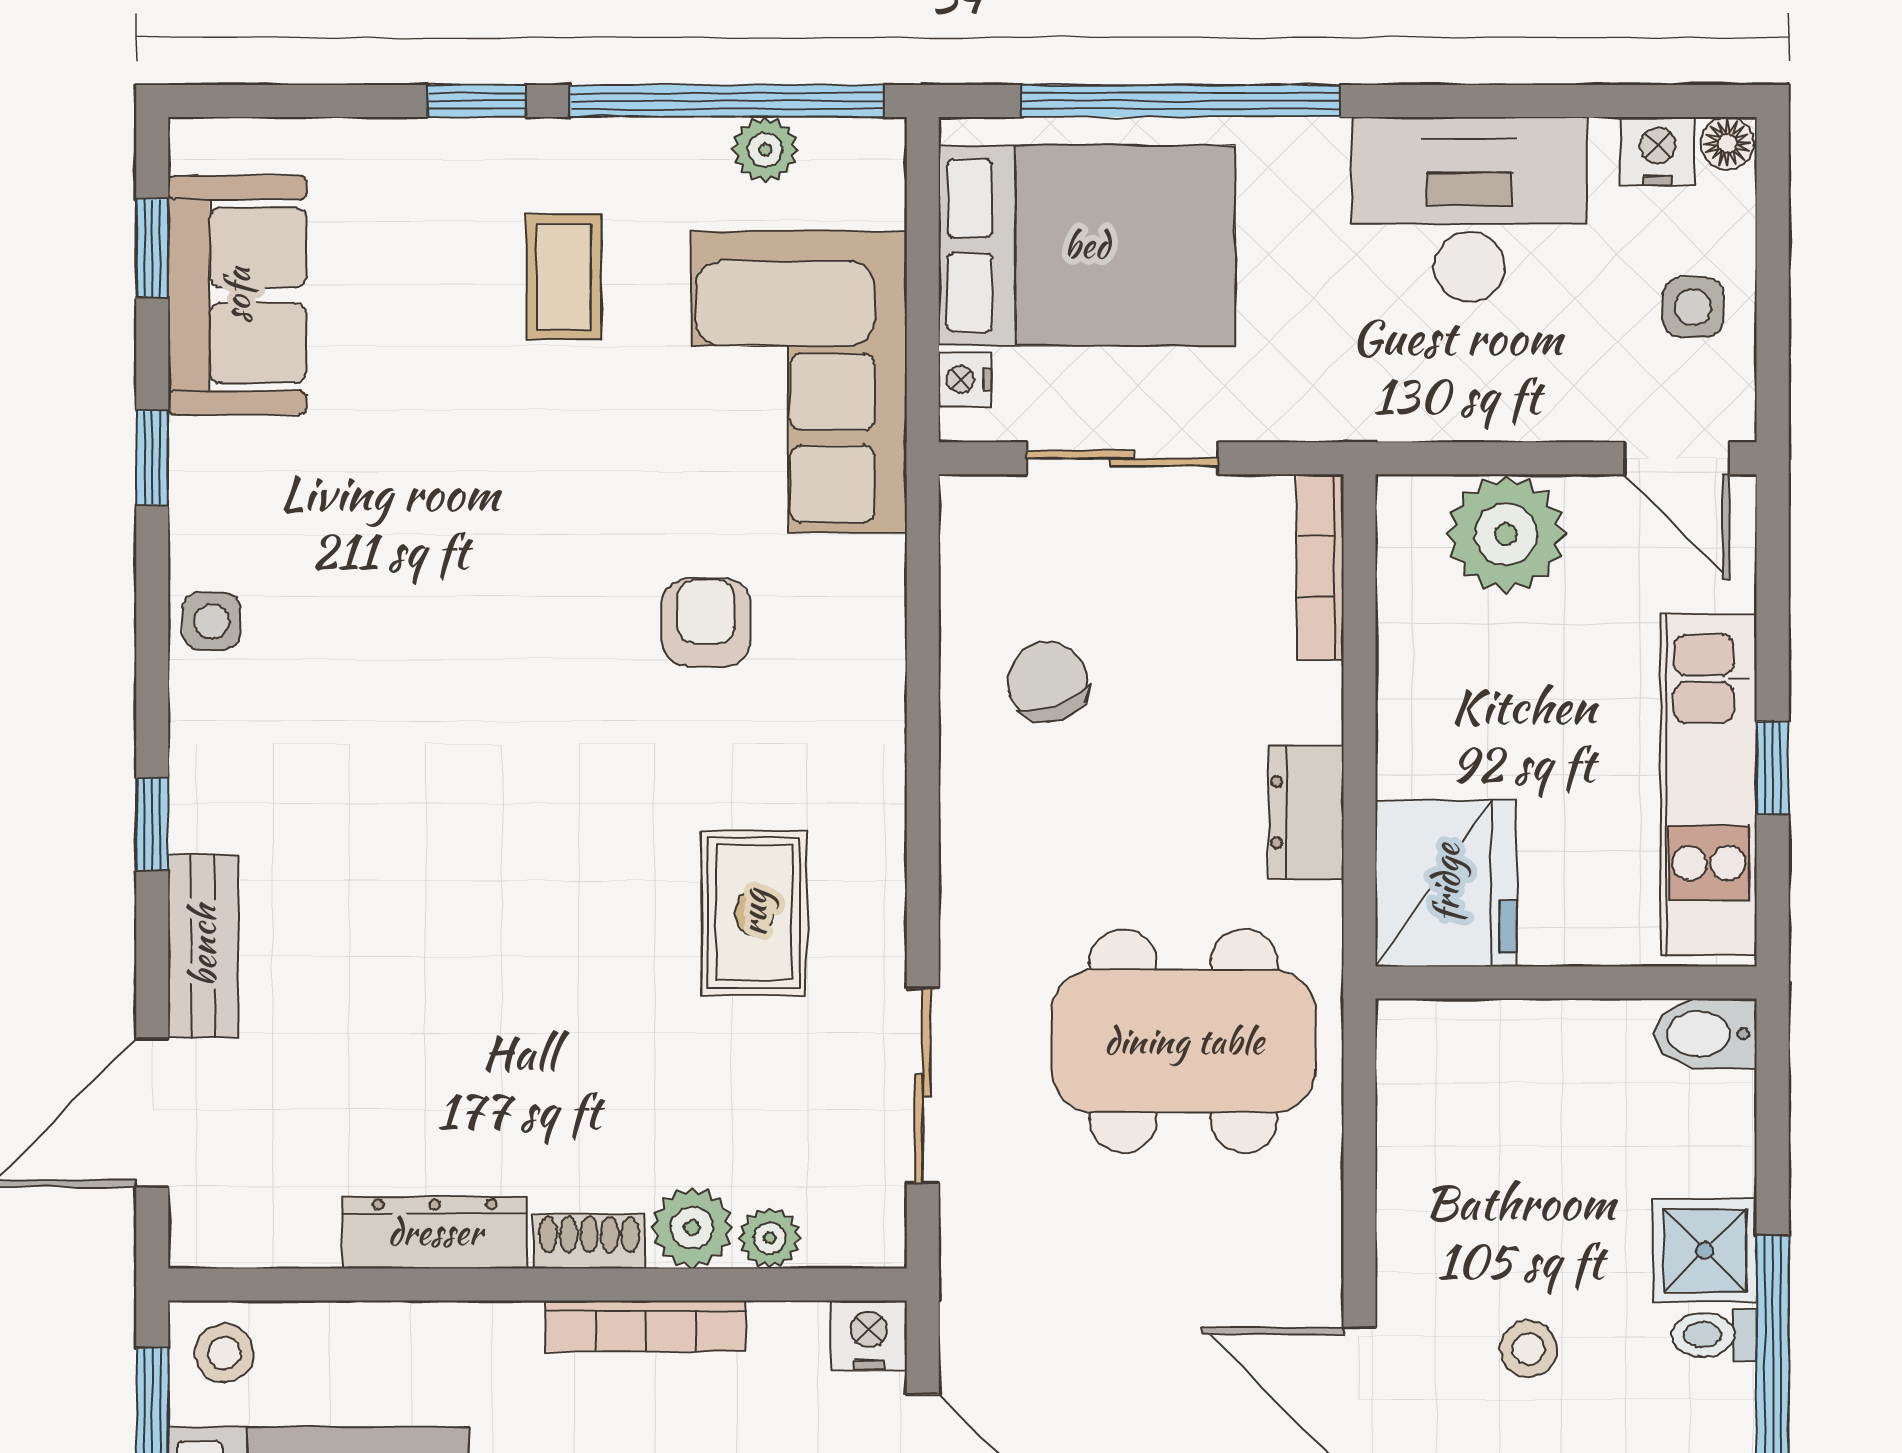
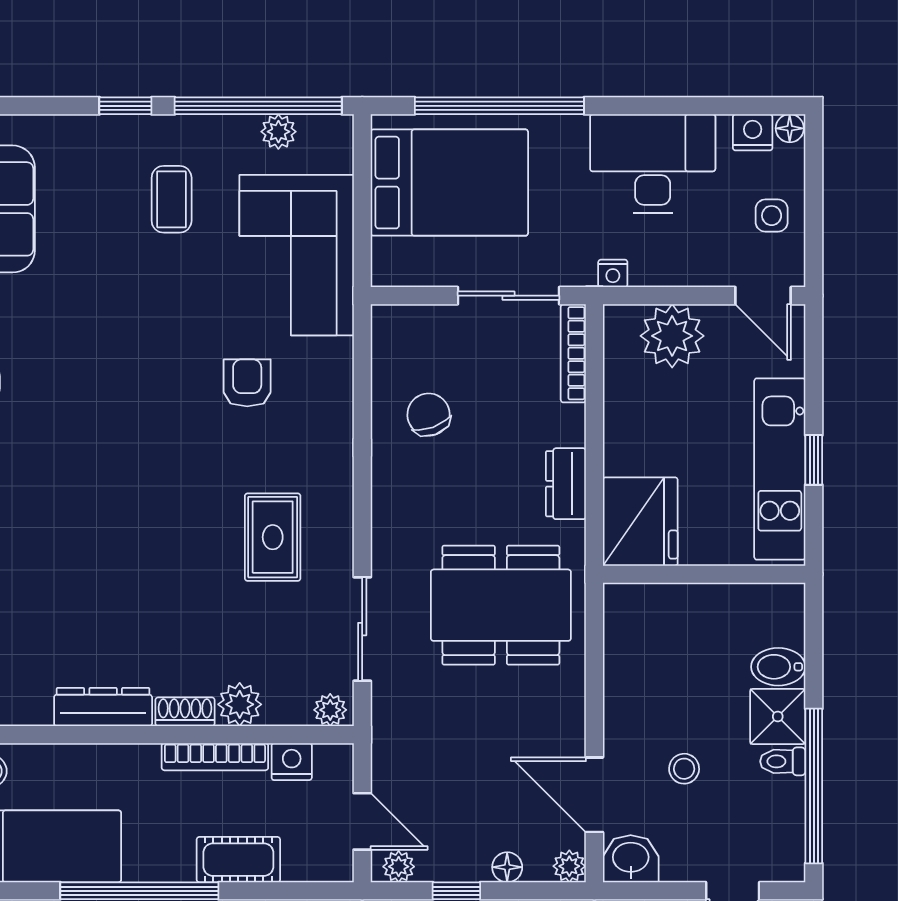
nightstand: (965, 379) -> (613, 273), moved, turned -90
sliding door: (1122, 458) -> (508, 296), moved
bidet: (1706, 1034) -> (778, 667), moved
plant: (770, 1238) -> (330, 710), moved
nightstand: (869, 1335) -> (292, 762), moved

